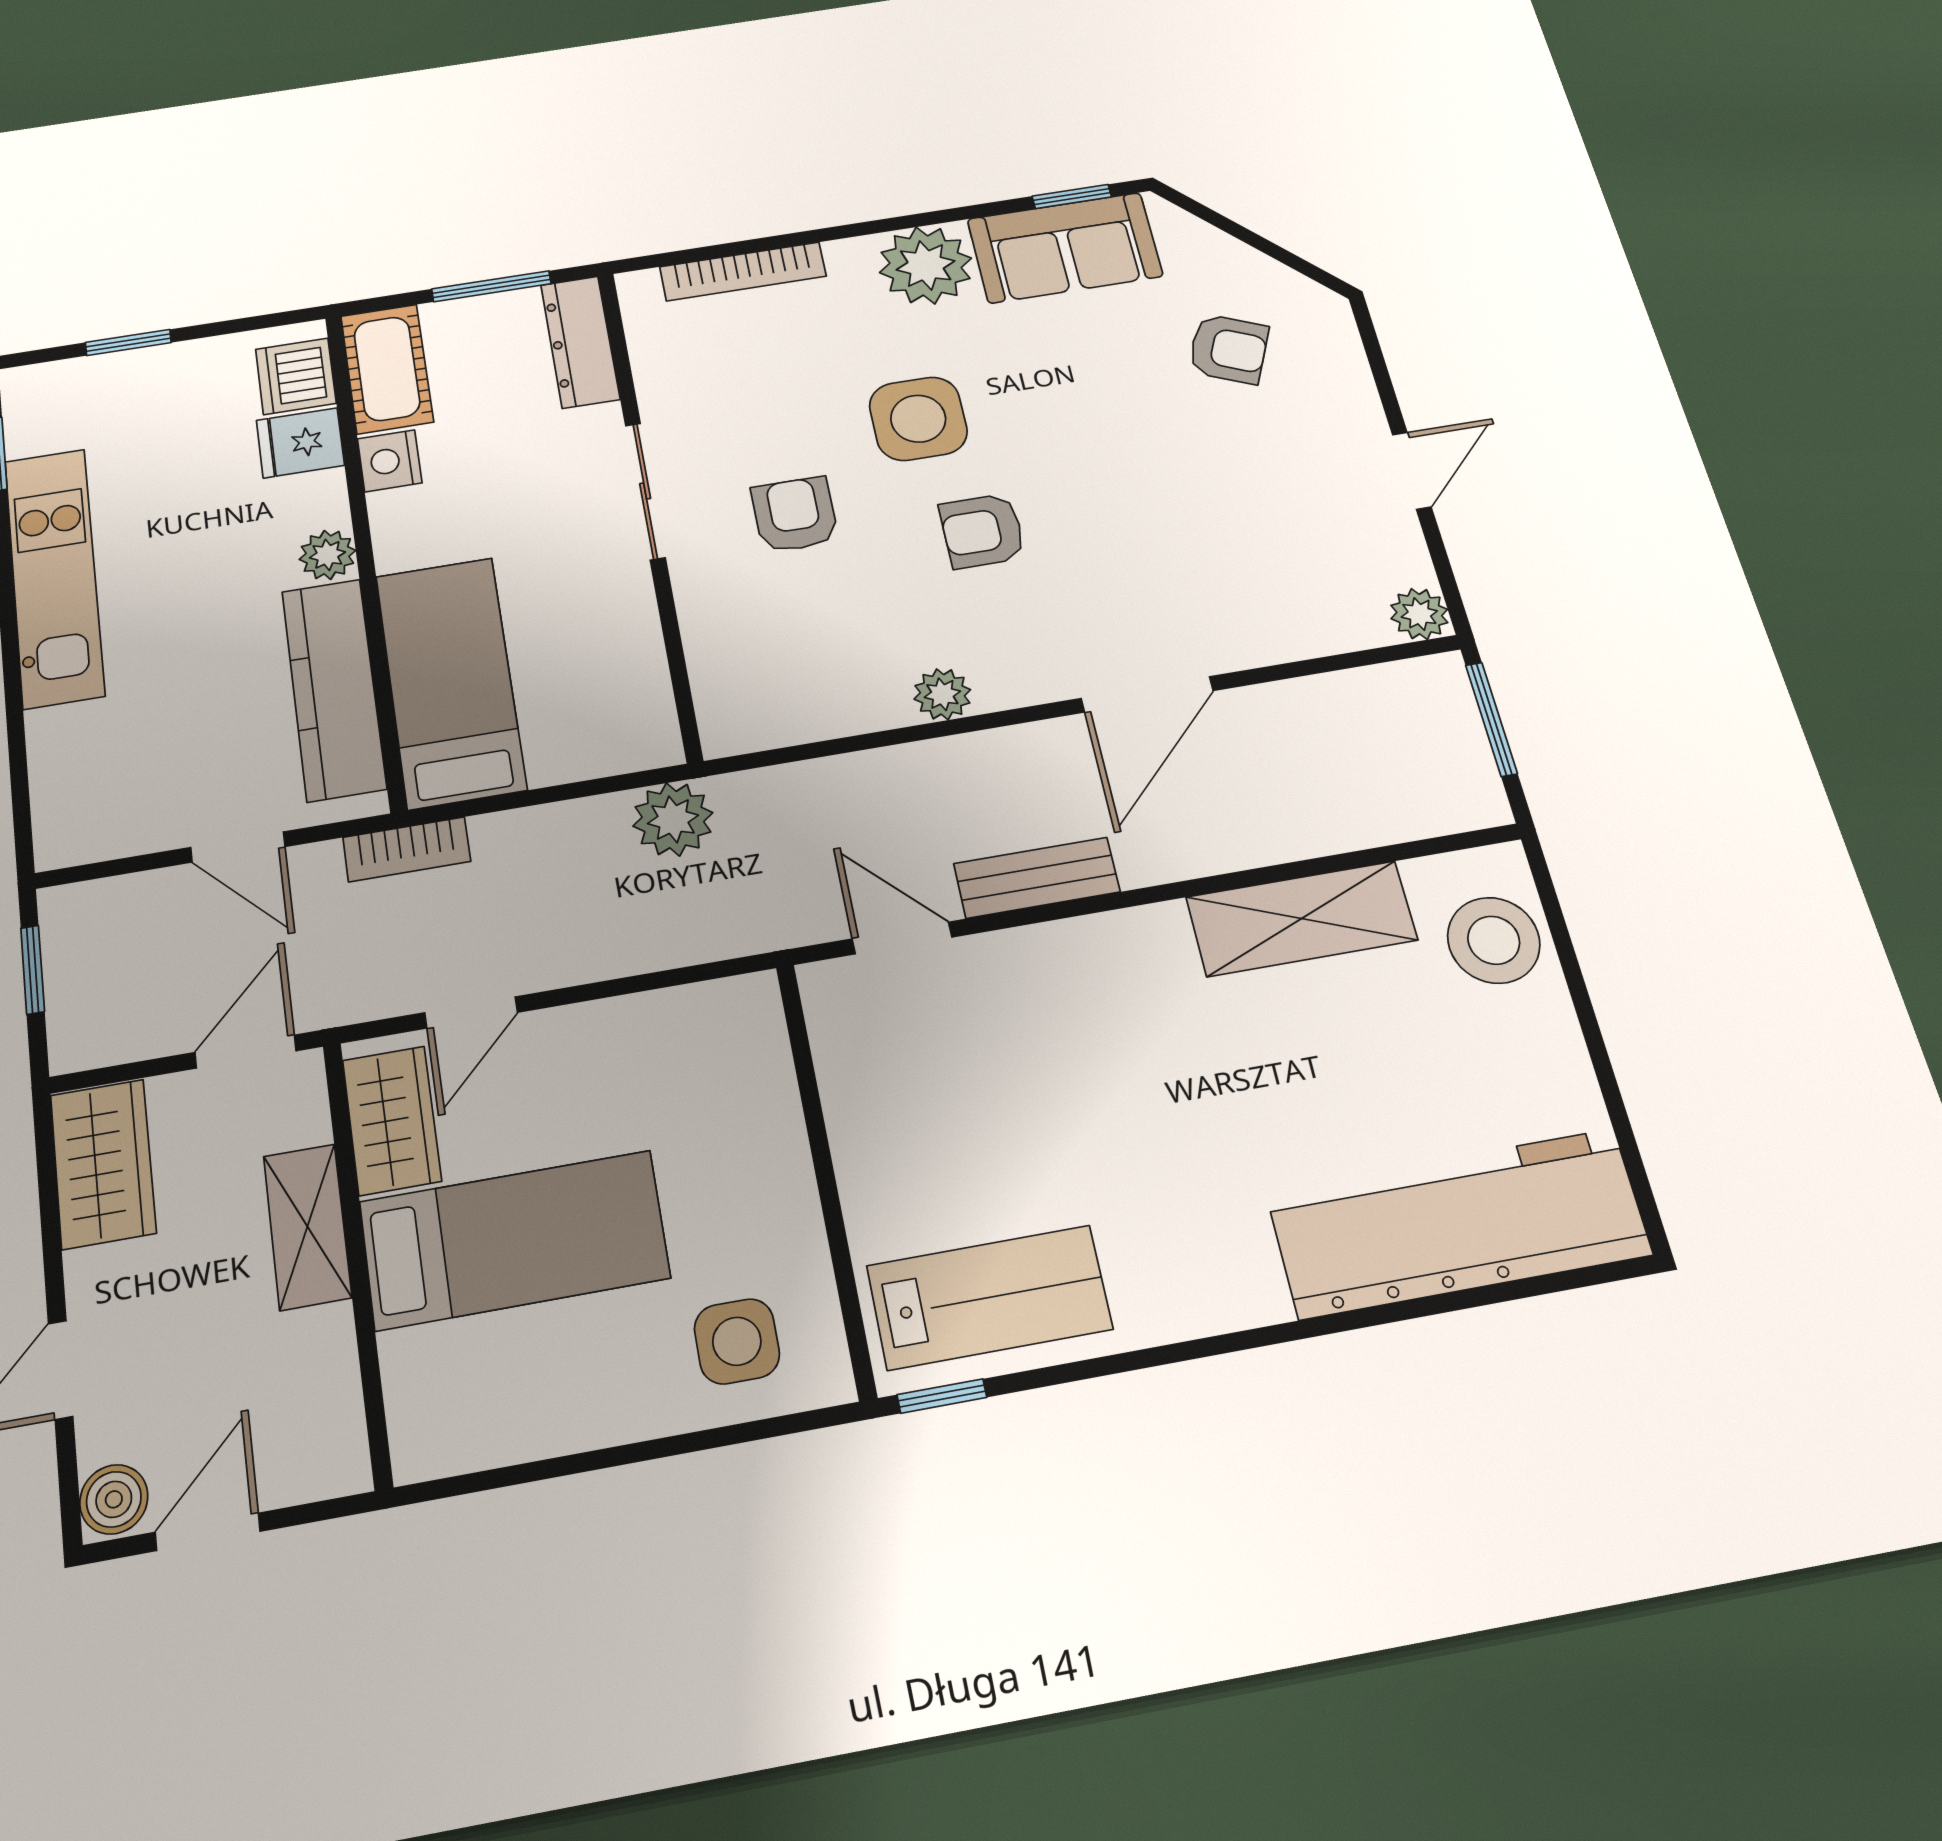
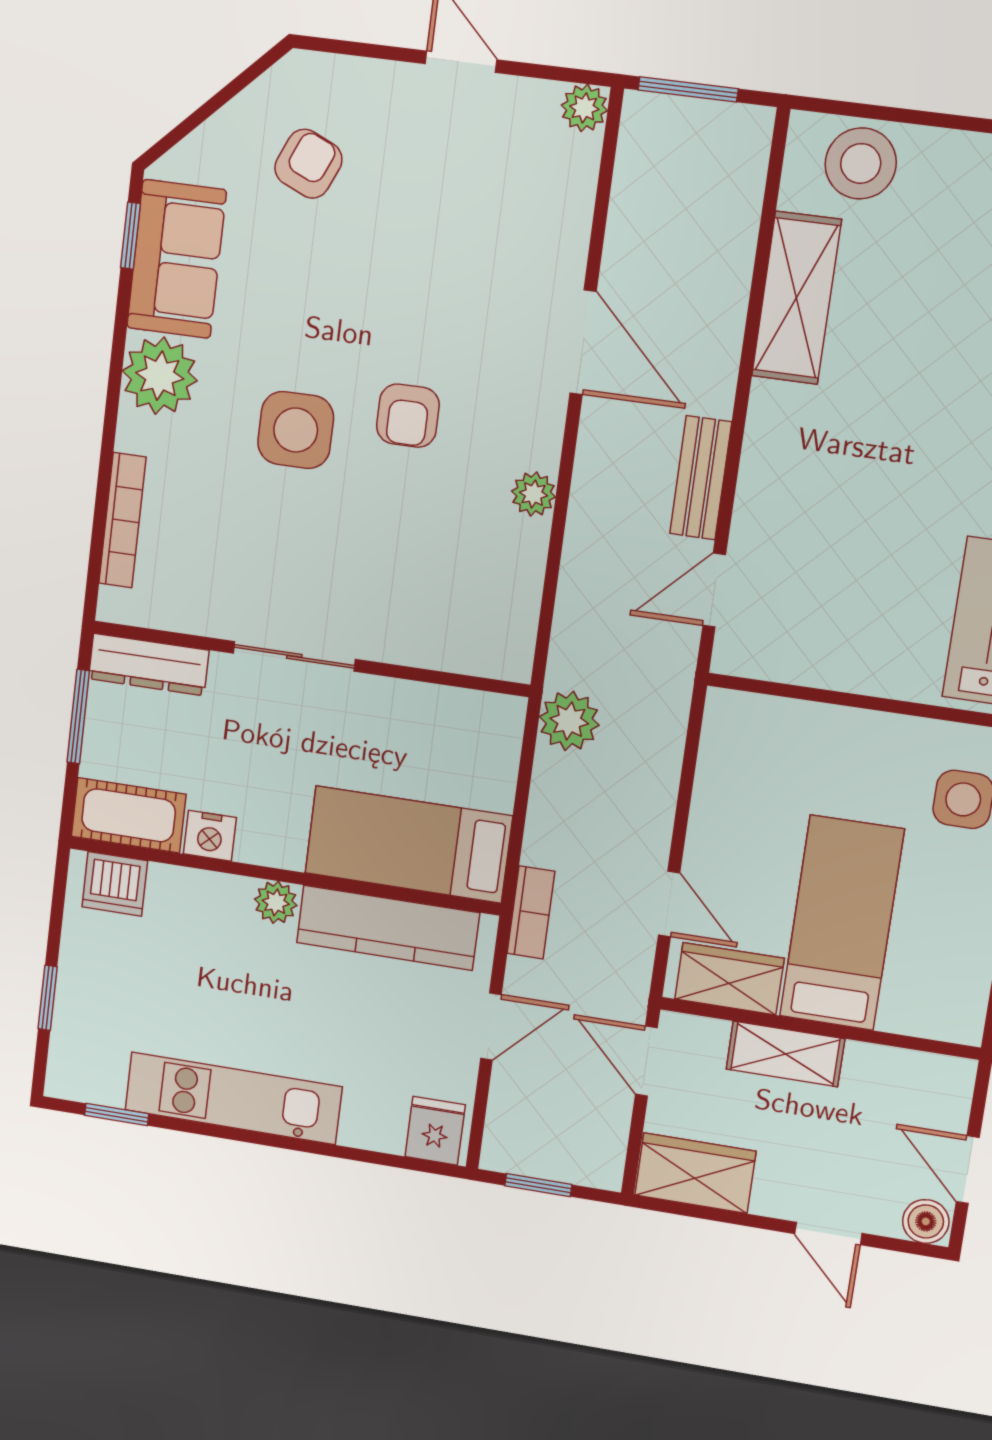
fridge: (300, 443) -> (435, 1131), moved, turned 180
armchair: (795, 515) -> (349, 552), removed

